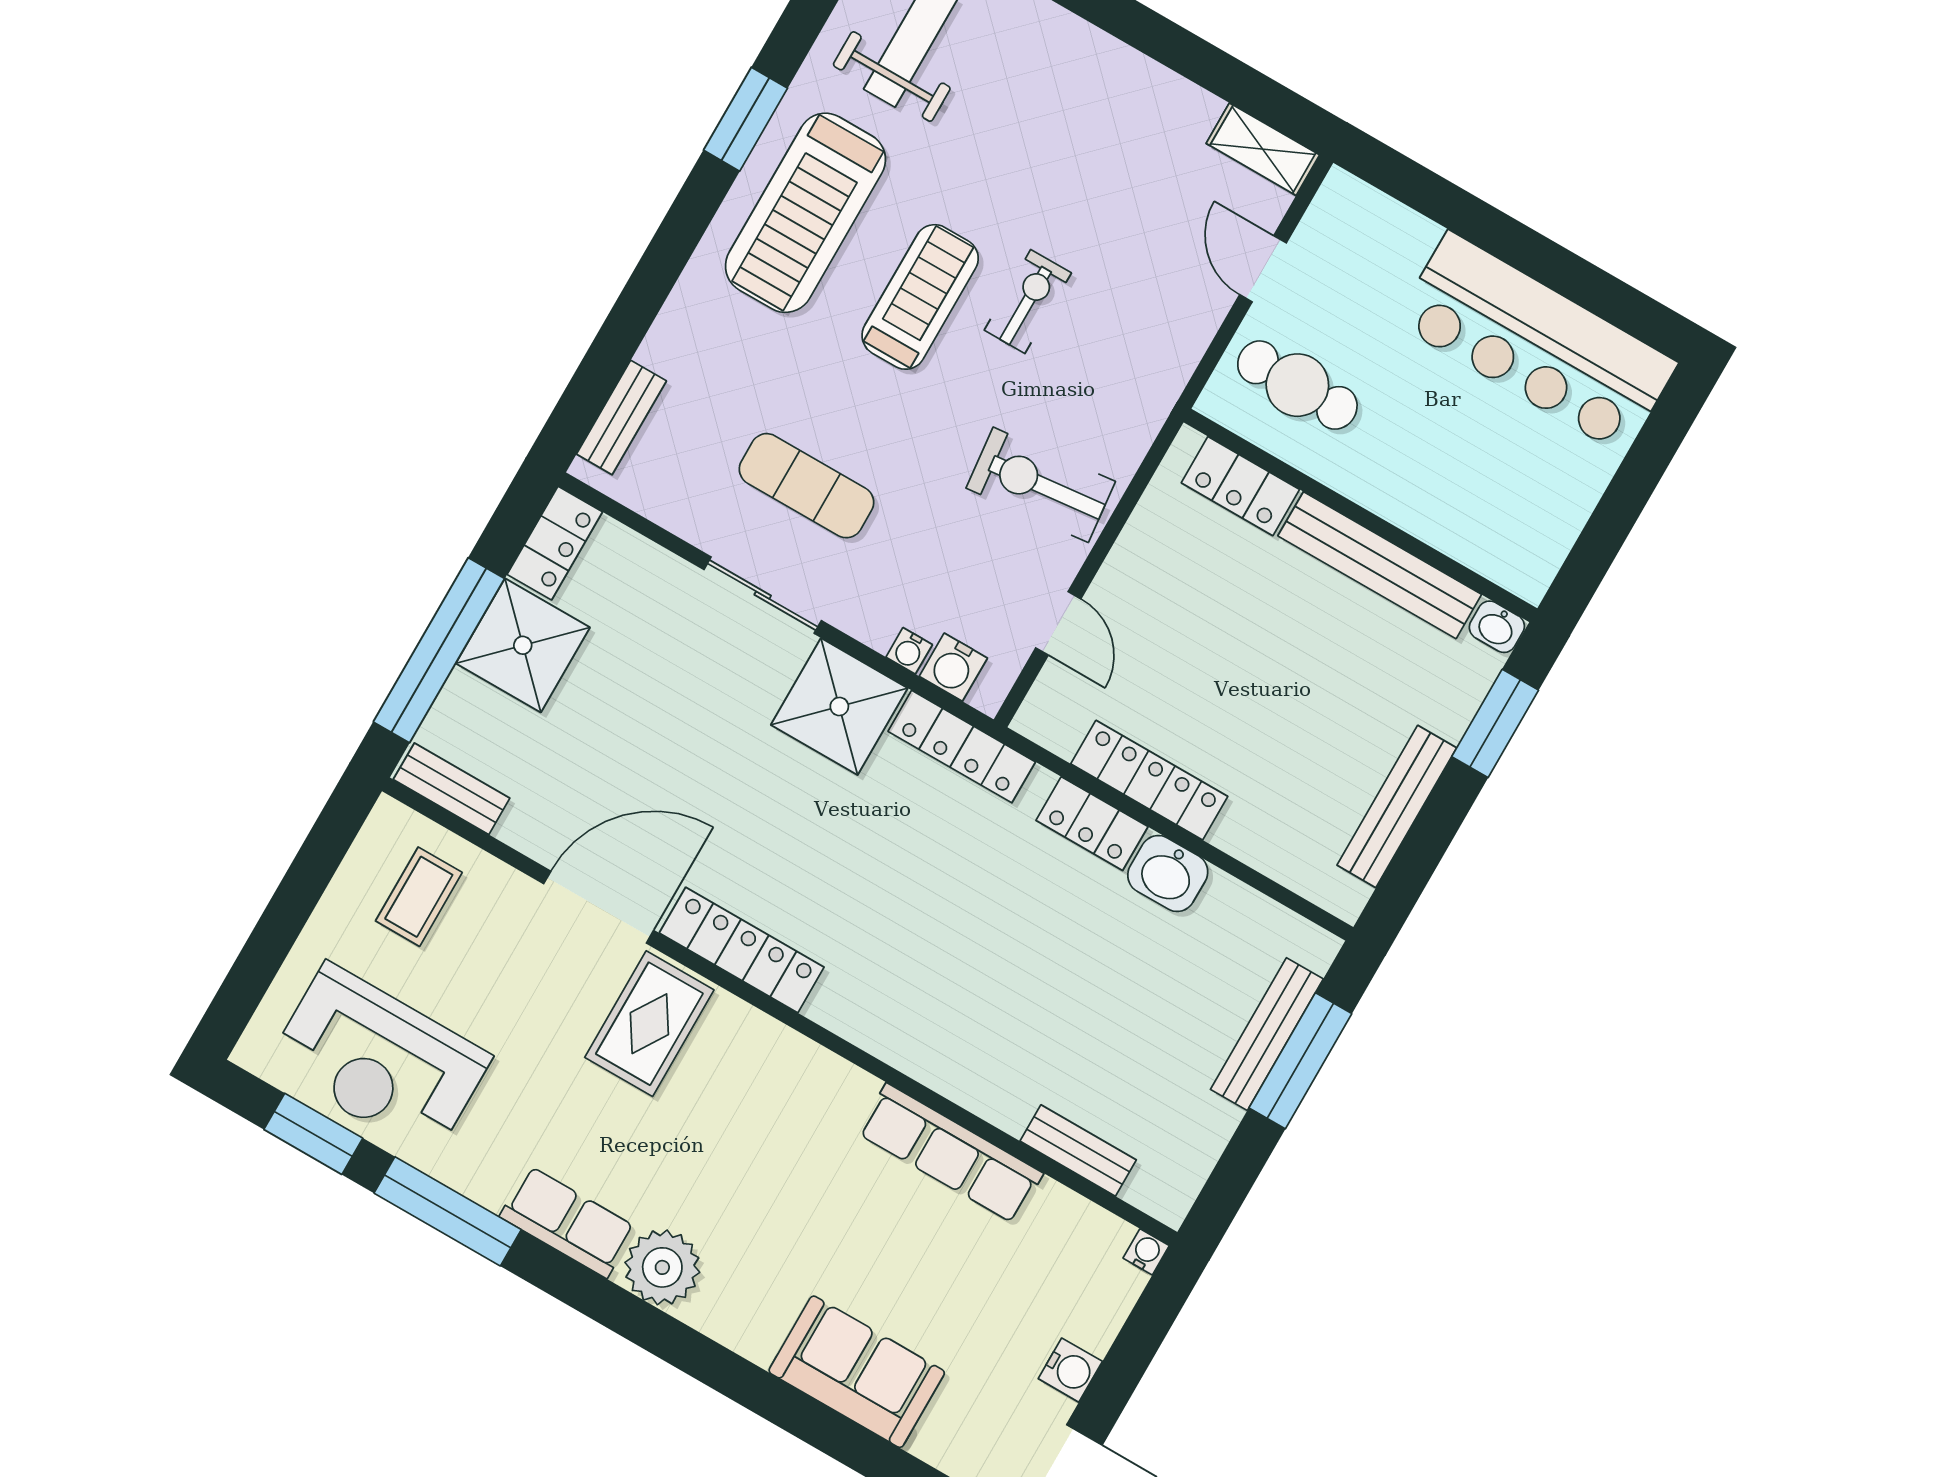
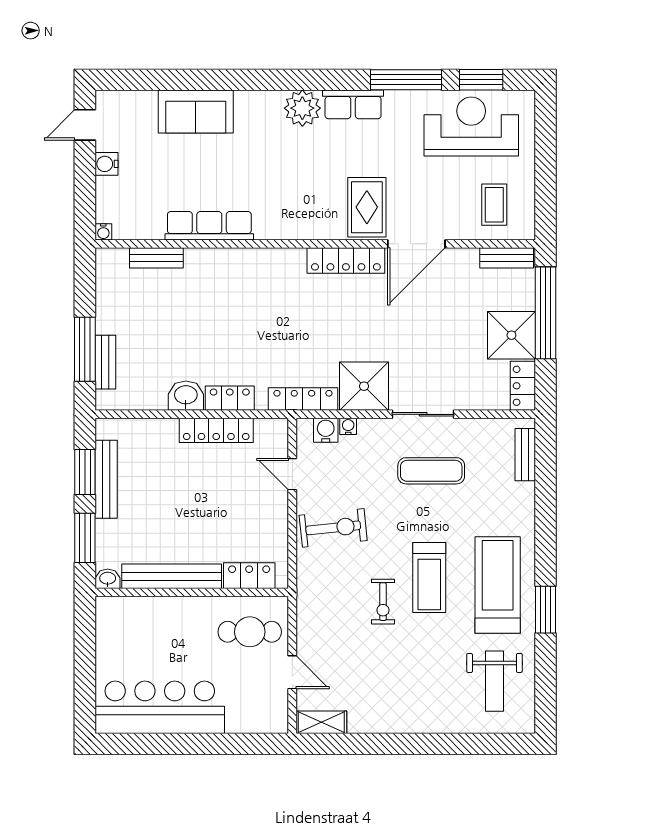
window: (1427, 841) -> (85, 472), added
bench: (1267, 1034) -> (105, 362), width x0.73

